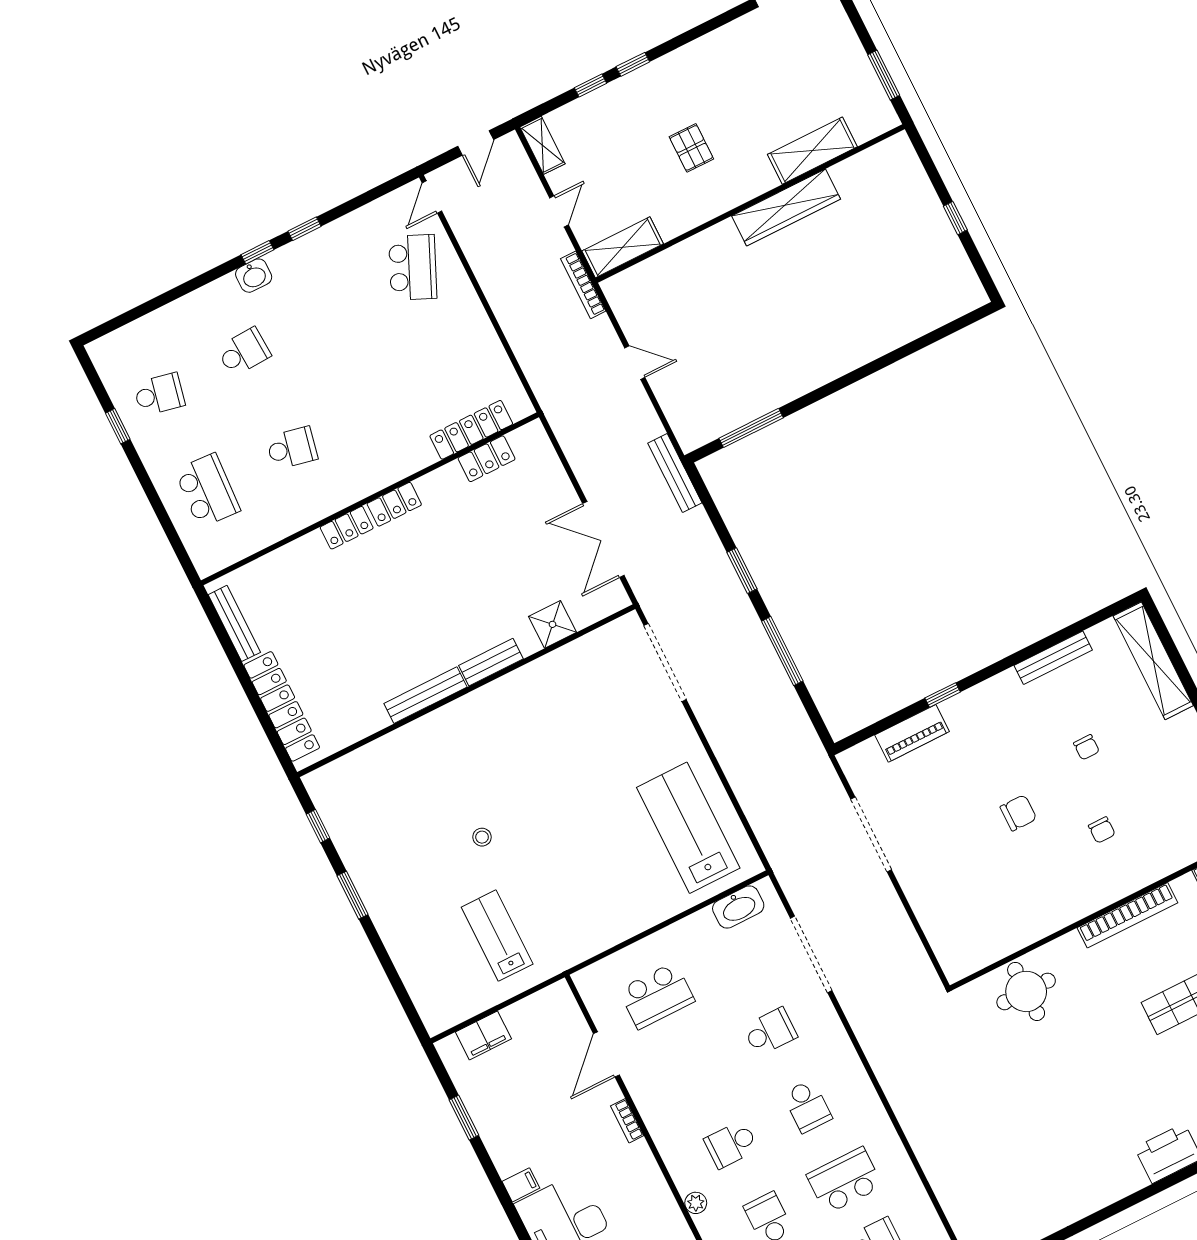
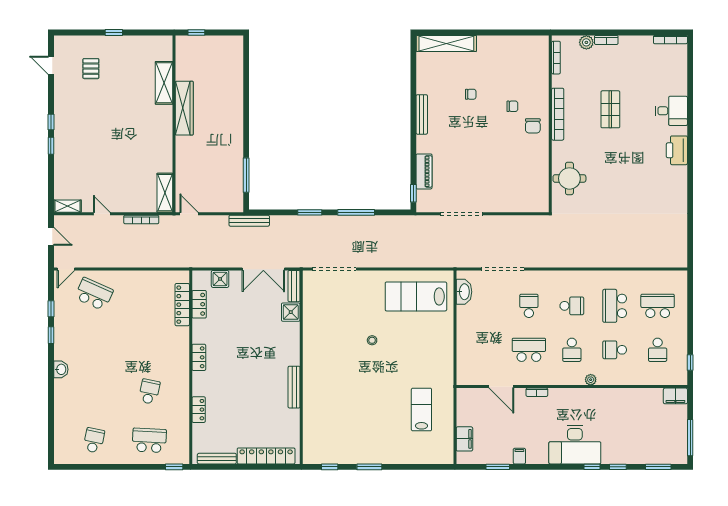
window: (884, 75) -> (114, 32), width x0.67
window: (591, 85) -> (51, 122), moved
pallet: (691, 148) -> (91, 69), moved, turned 90
shelving: (812, 151) -> (164, 83), moved
door: (432, 197) -> (66, 269), hinge flipped
wall: (750, 204) -> (174, 124), moved
wardrobe: (786, 208) -> (184, 108), moved
shelving: (623, 247) -> (165, 193), moved
window: (257, 252) -> (51, 309), moved
school desk: (244, 352) -> (94, 392), removed
door: (635, 363) -> (189, 214), hinge flipped
window: (118, 426) -> (174, 467), moved
shower: (549, 473) -> (220, 279), added
locker: (347, 528) -> (199, 410), moved
bench: (1053, 658) -> (422, 114), moved
bench: (491, 662) -> (294, 286), moved
window: (943, 695) -> (413, 193), moved
chair: (1018, 813) -> (533, 126), moved, turned 180
stool: (482, 837) -> (372, 340), moved
lab bench: (497, 936) -> (421, 410), turned 90
school desk: (657, 996) -> (529, 350), moved, turned -90
filing cabinet: (521, 1185) -> (519, 456), moved

